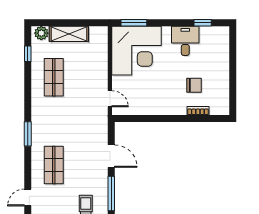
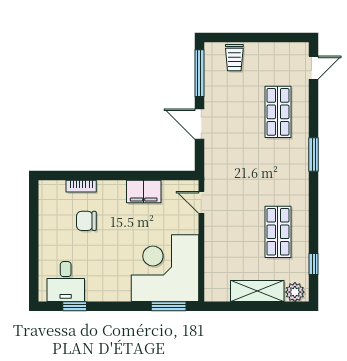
desk: (185, 41) -> (66, 282), moved
filing cabinet: (152, 107) -> (144, 192), added

